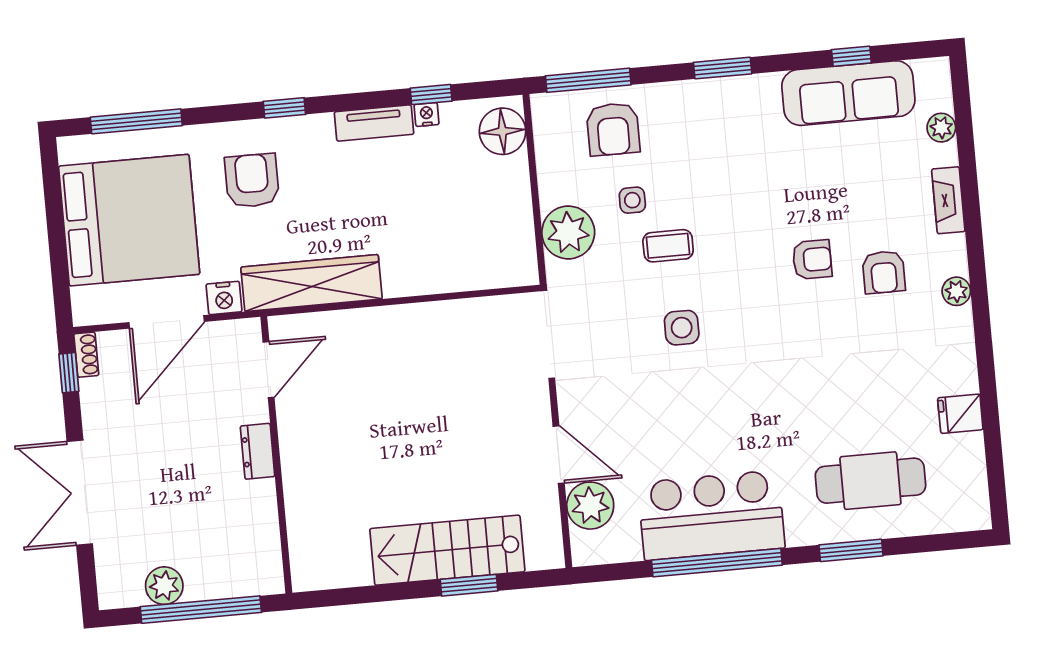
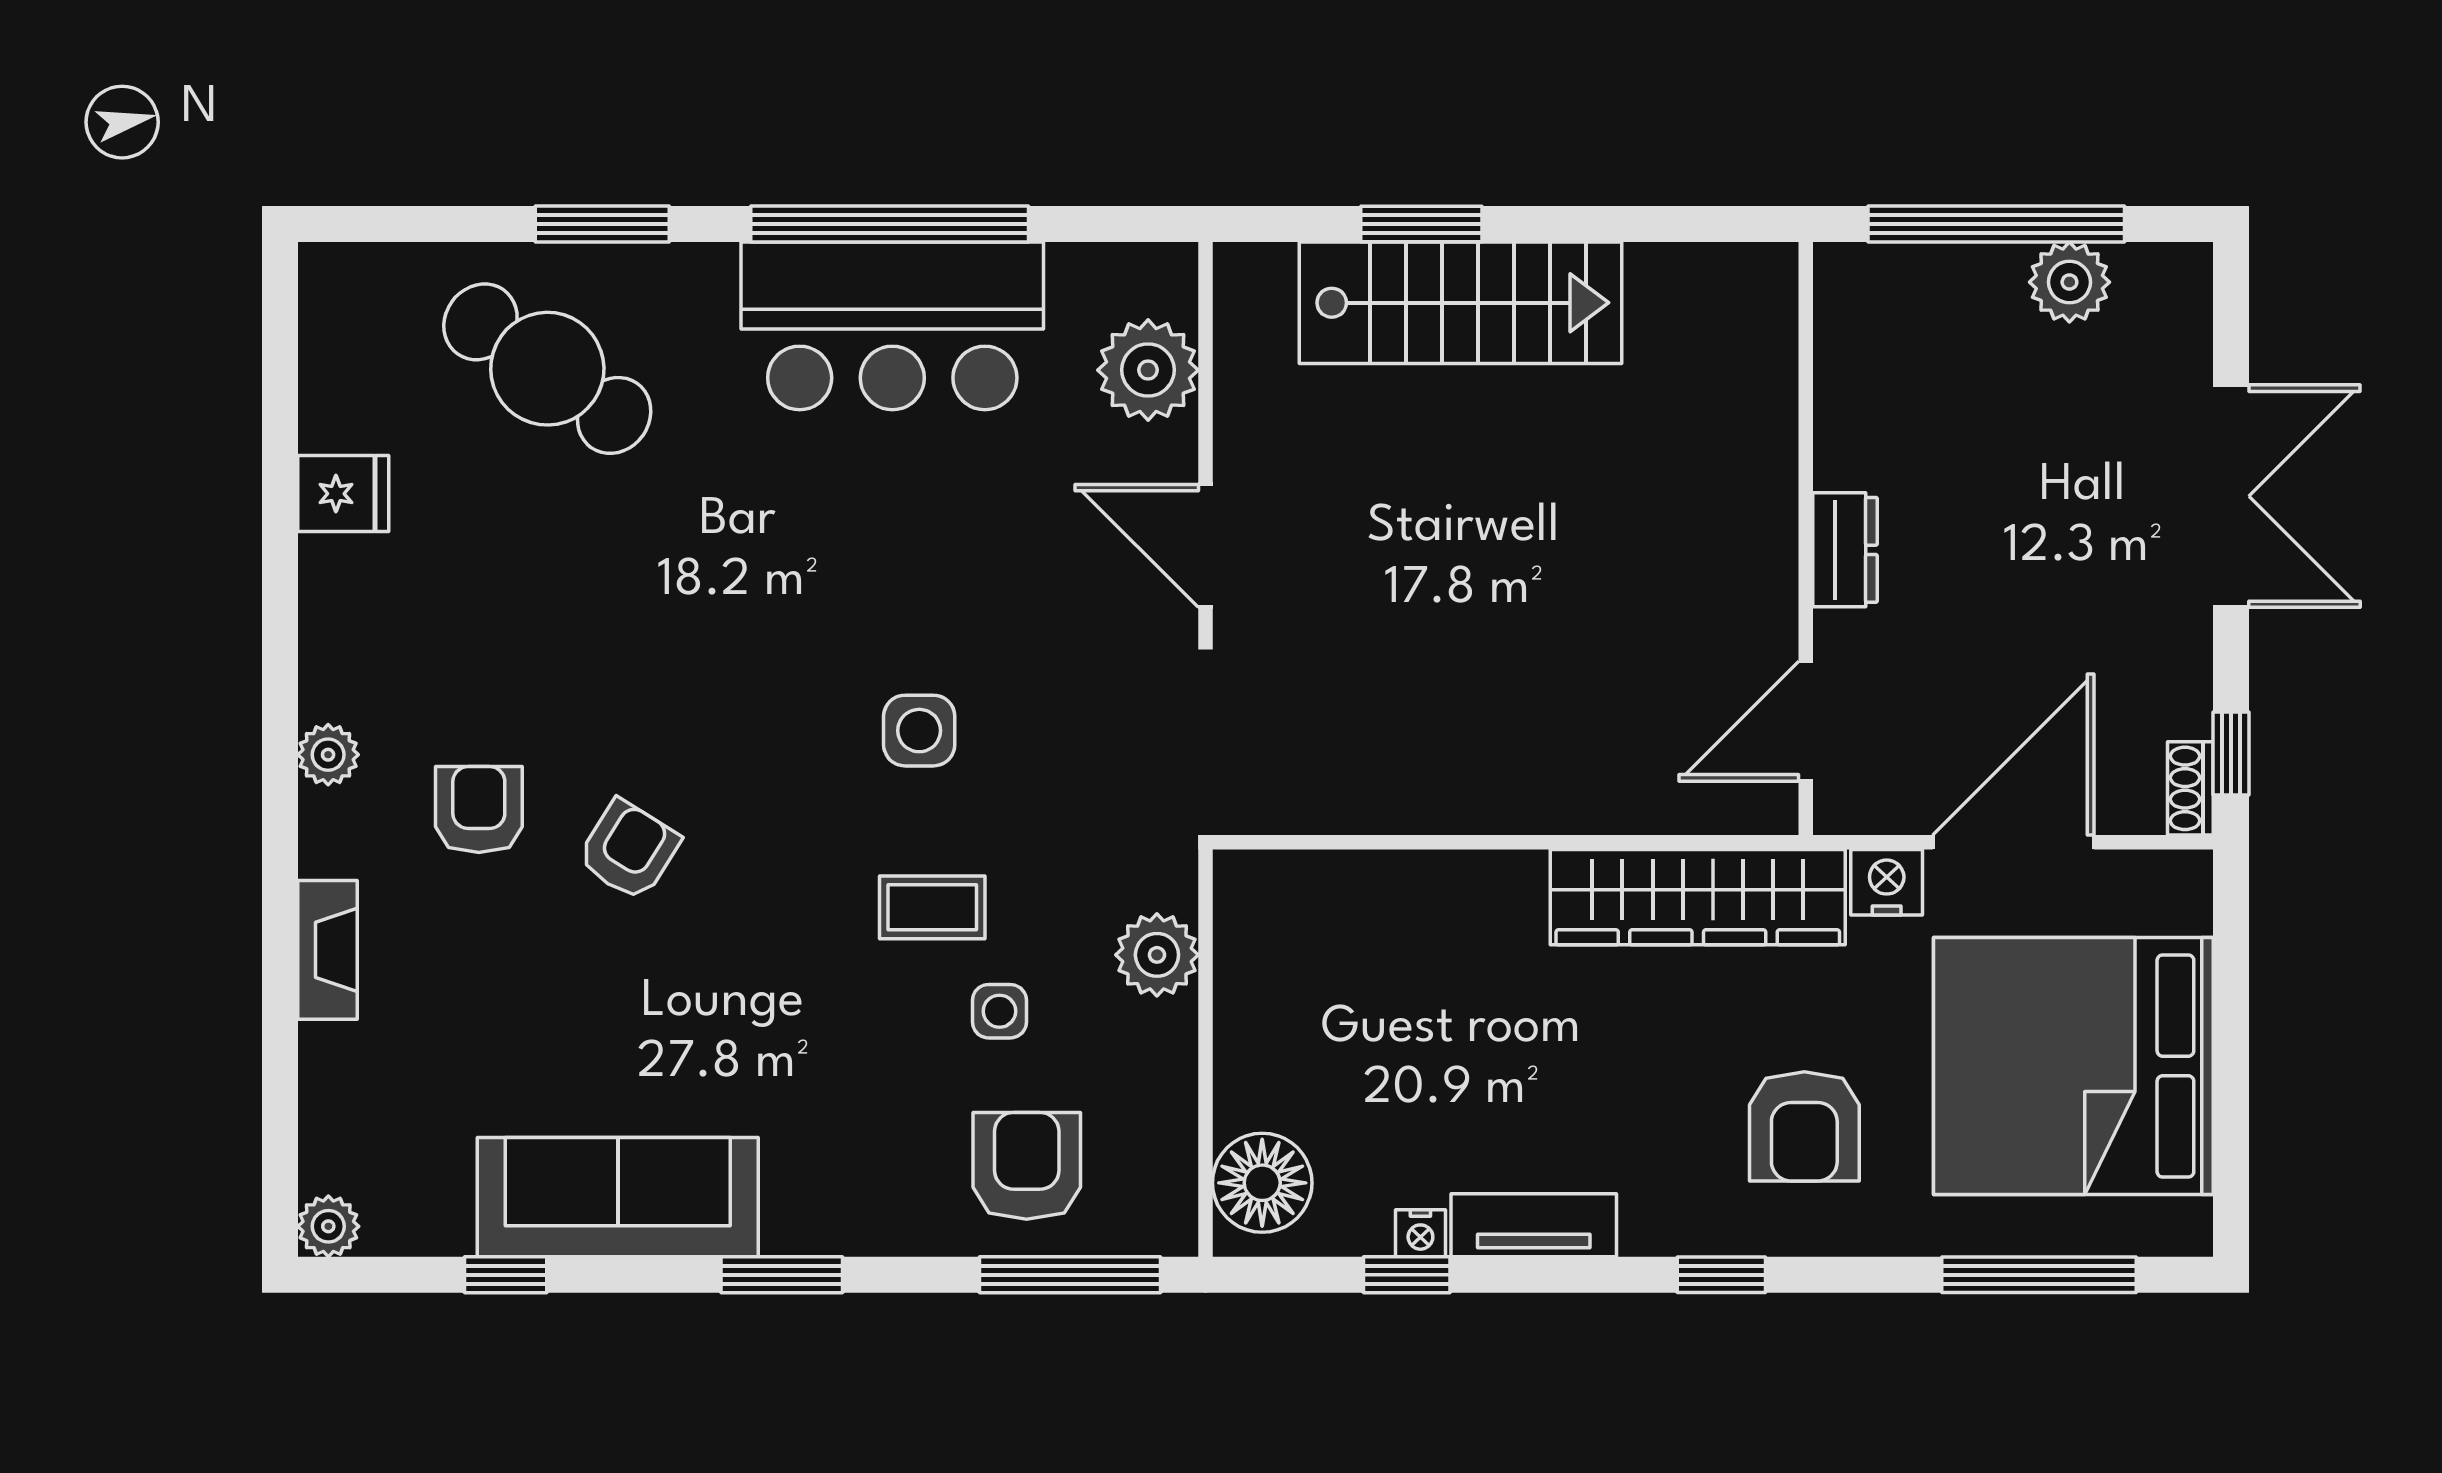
sofa: (848, 93) -> (618, 1197), moved
plant: (941, 128) -> (328, 1226), moved
plant: (568, 232) -> (1157, 955), width x0.73, depth x0.73
armchair: (812, 260) -> (629, 850), turned 122
door: (559, 455) -> (1205, 546), moved
cafe table: (870, 481) -> (547, 369), turned 35

